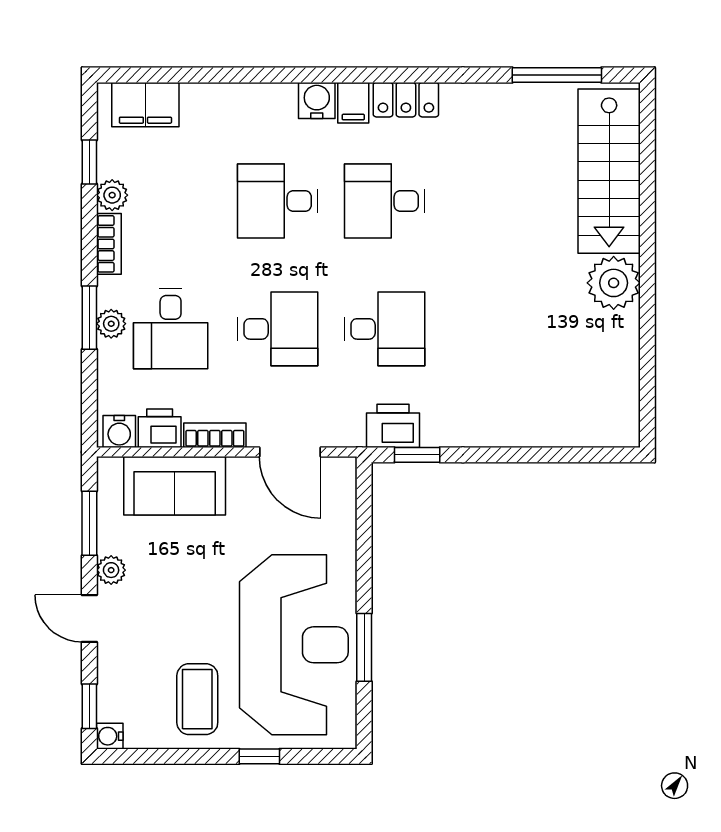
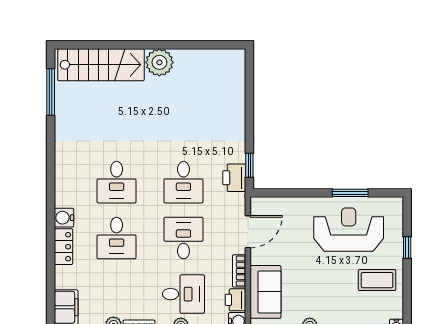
locker: (406, 100) -> (64, 247), moved
filing cabinet: (353, 103) -> (65, 199), removed
desk: (385, 329) -> (183, 182), turned 180
reception desk: (294, 645) -> (349, 230), width x0.74, depth x0.77

